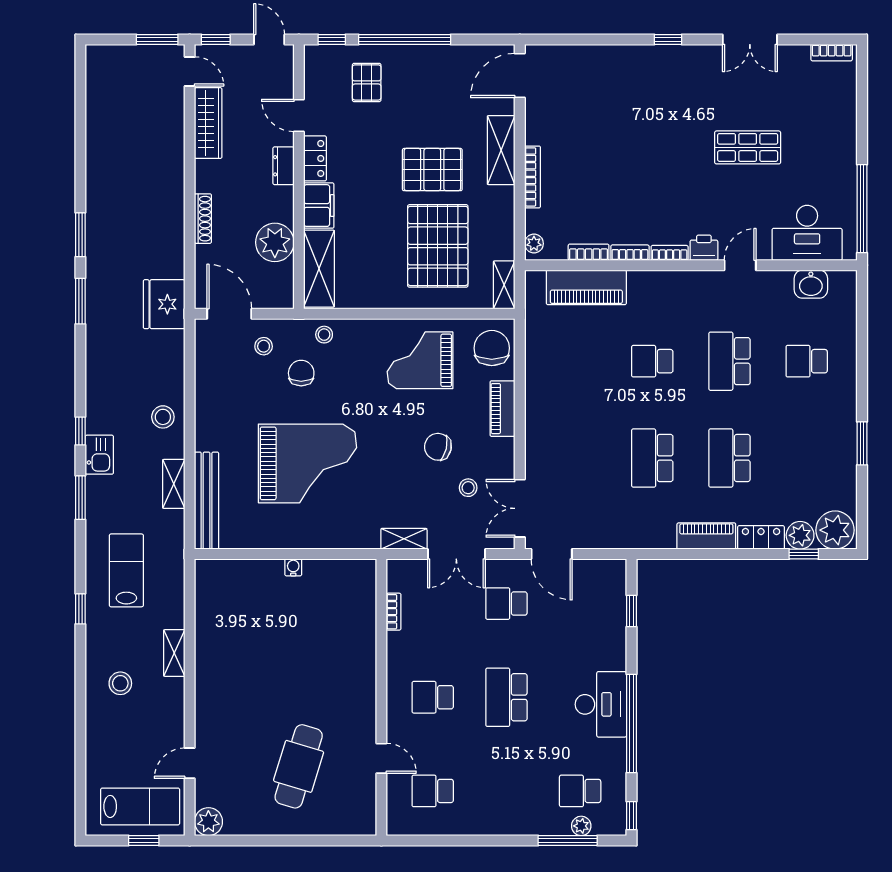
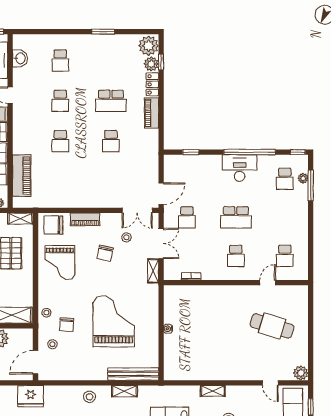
school desk: (729, 361) -> (60, 101), width x0.54
chair: (301, 373) -> (67, 325), turned -86
school desk: (652, 458) -> (111, 141), width x0.54

